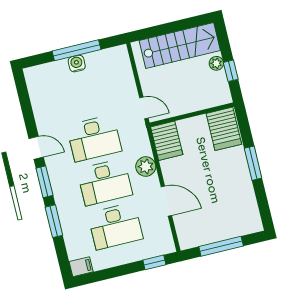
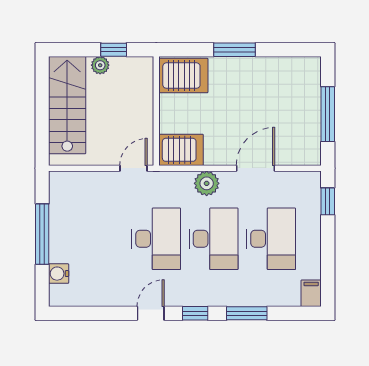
water cooler: (77, 64) -> (59, 274), moved
window: (44, 182) -> (195, 313), width x0.67

